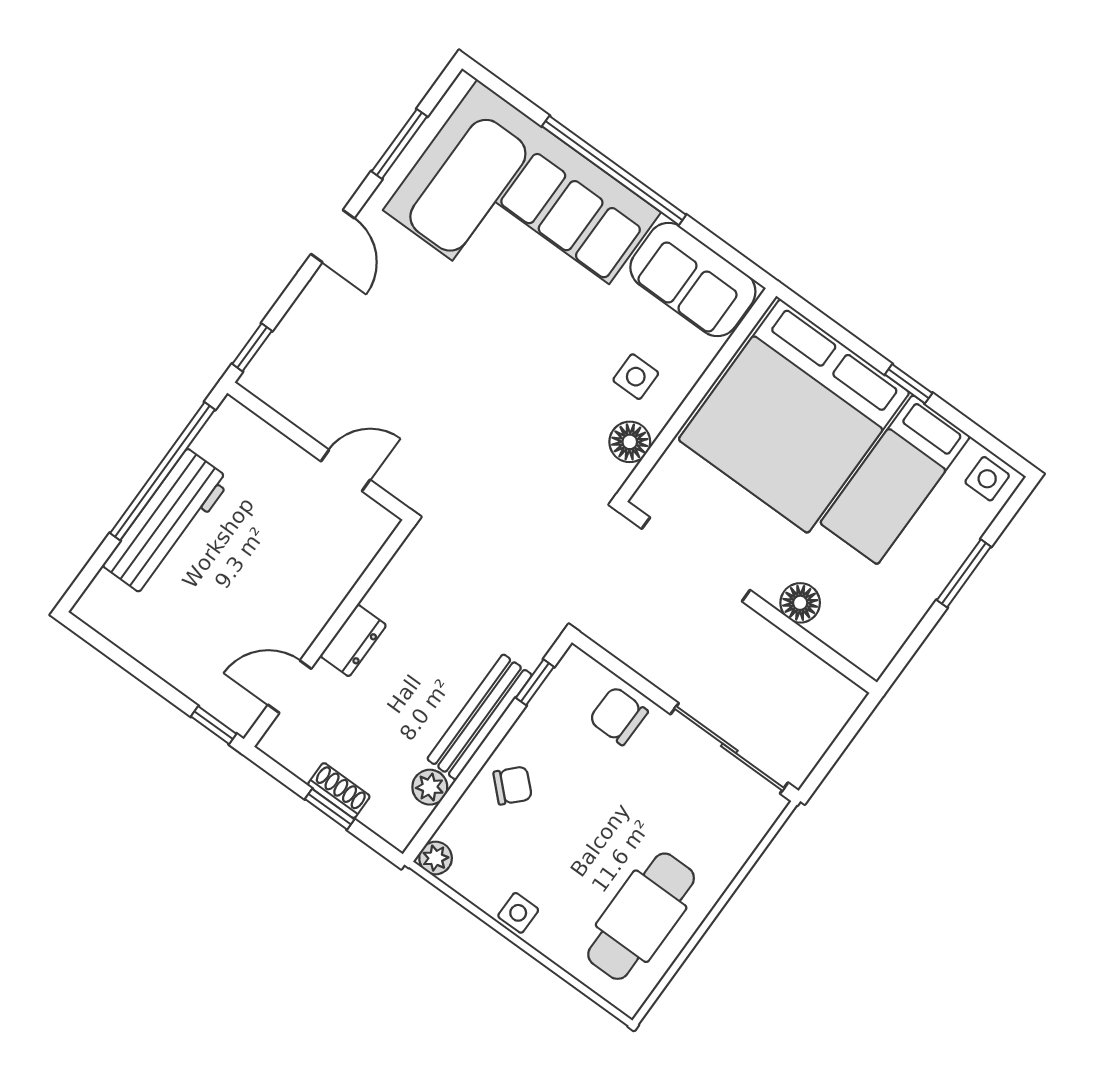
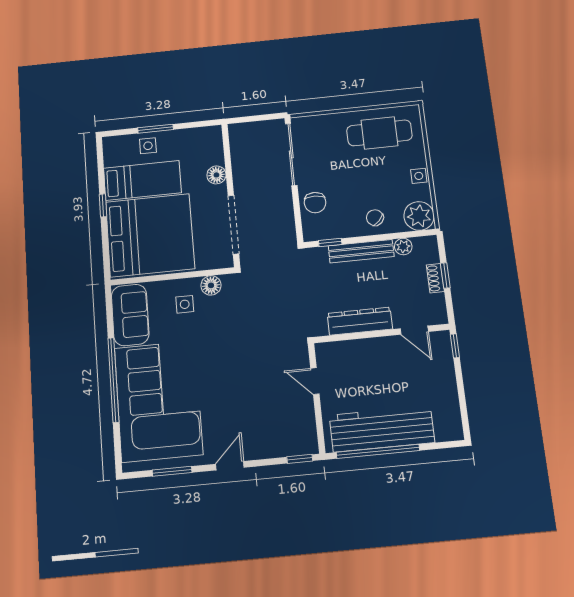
side table: (987, 479) -> (148, 146), moved
workbench: (167, 523) -> (382, 429), width x1.36, depth x1.32
dresser: (353, 640) -> (360, 321), width x1.96, depth x1.24
plant: (436, 858) -> (419, 216), width x1.88, depth x1.88

